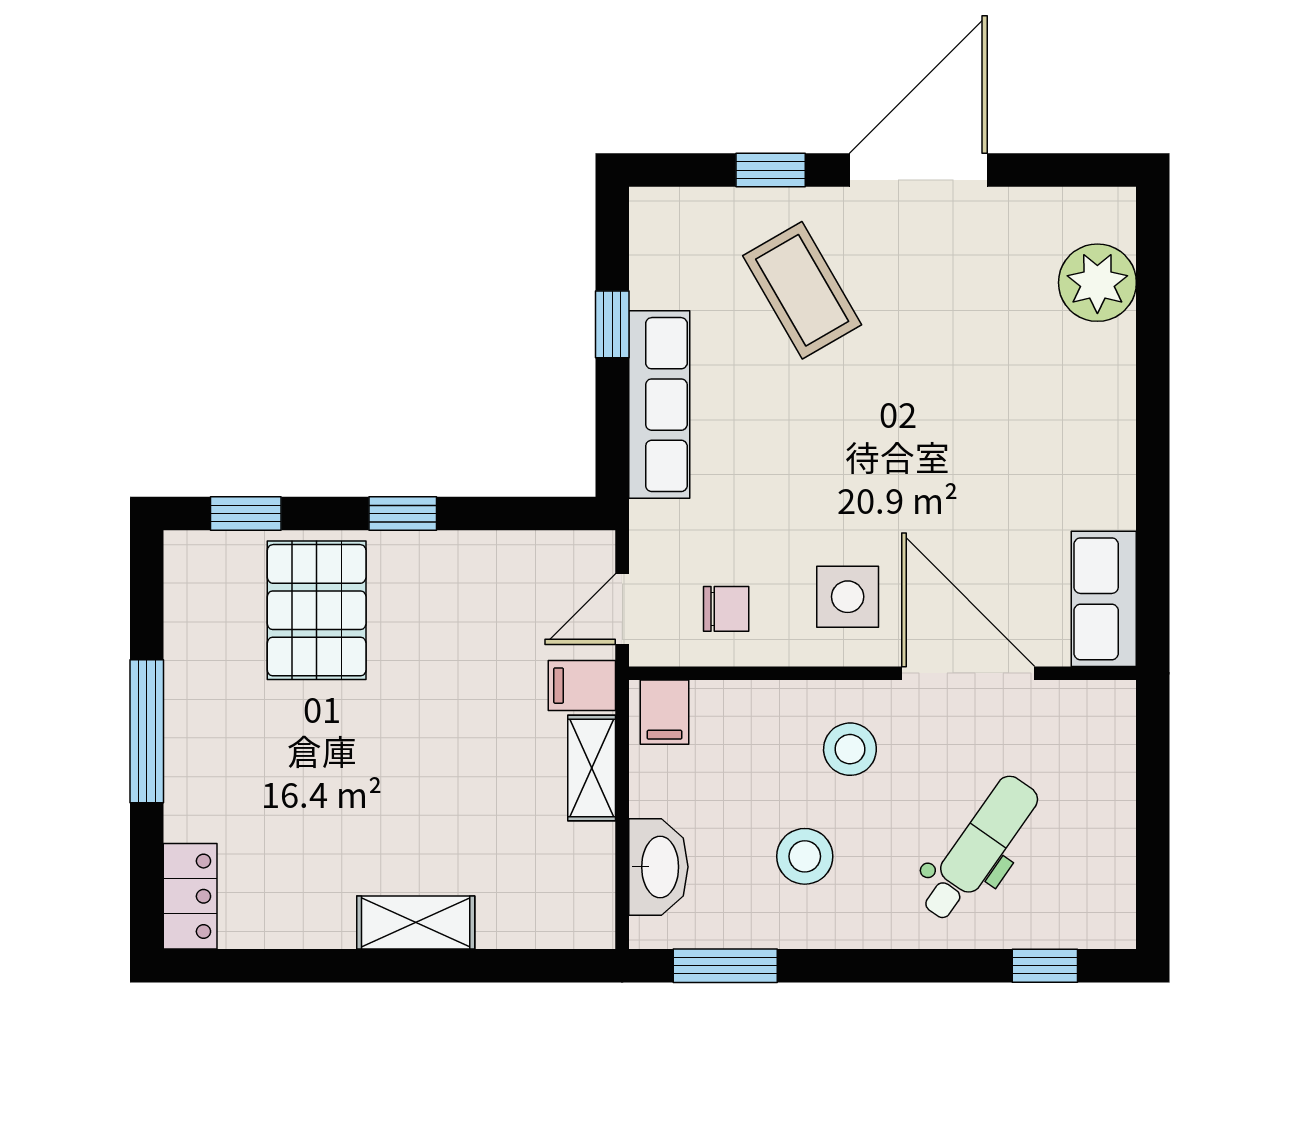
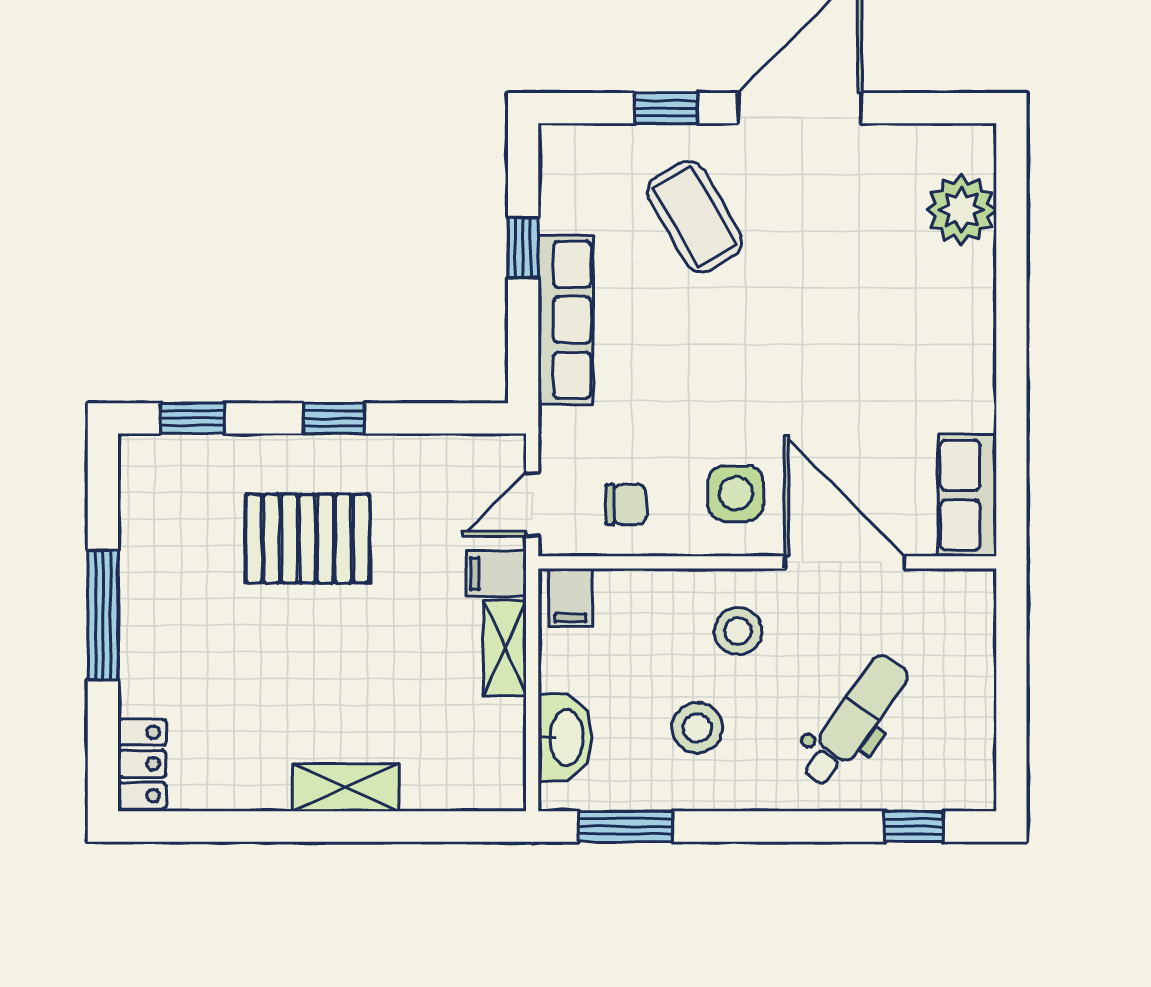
pallet: (317, 610) -> (307, 539), moved, turned 90

